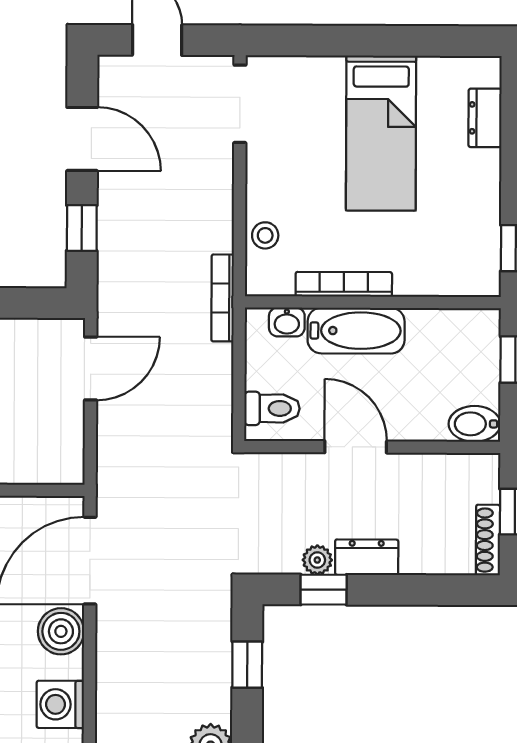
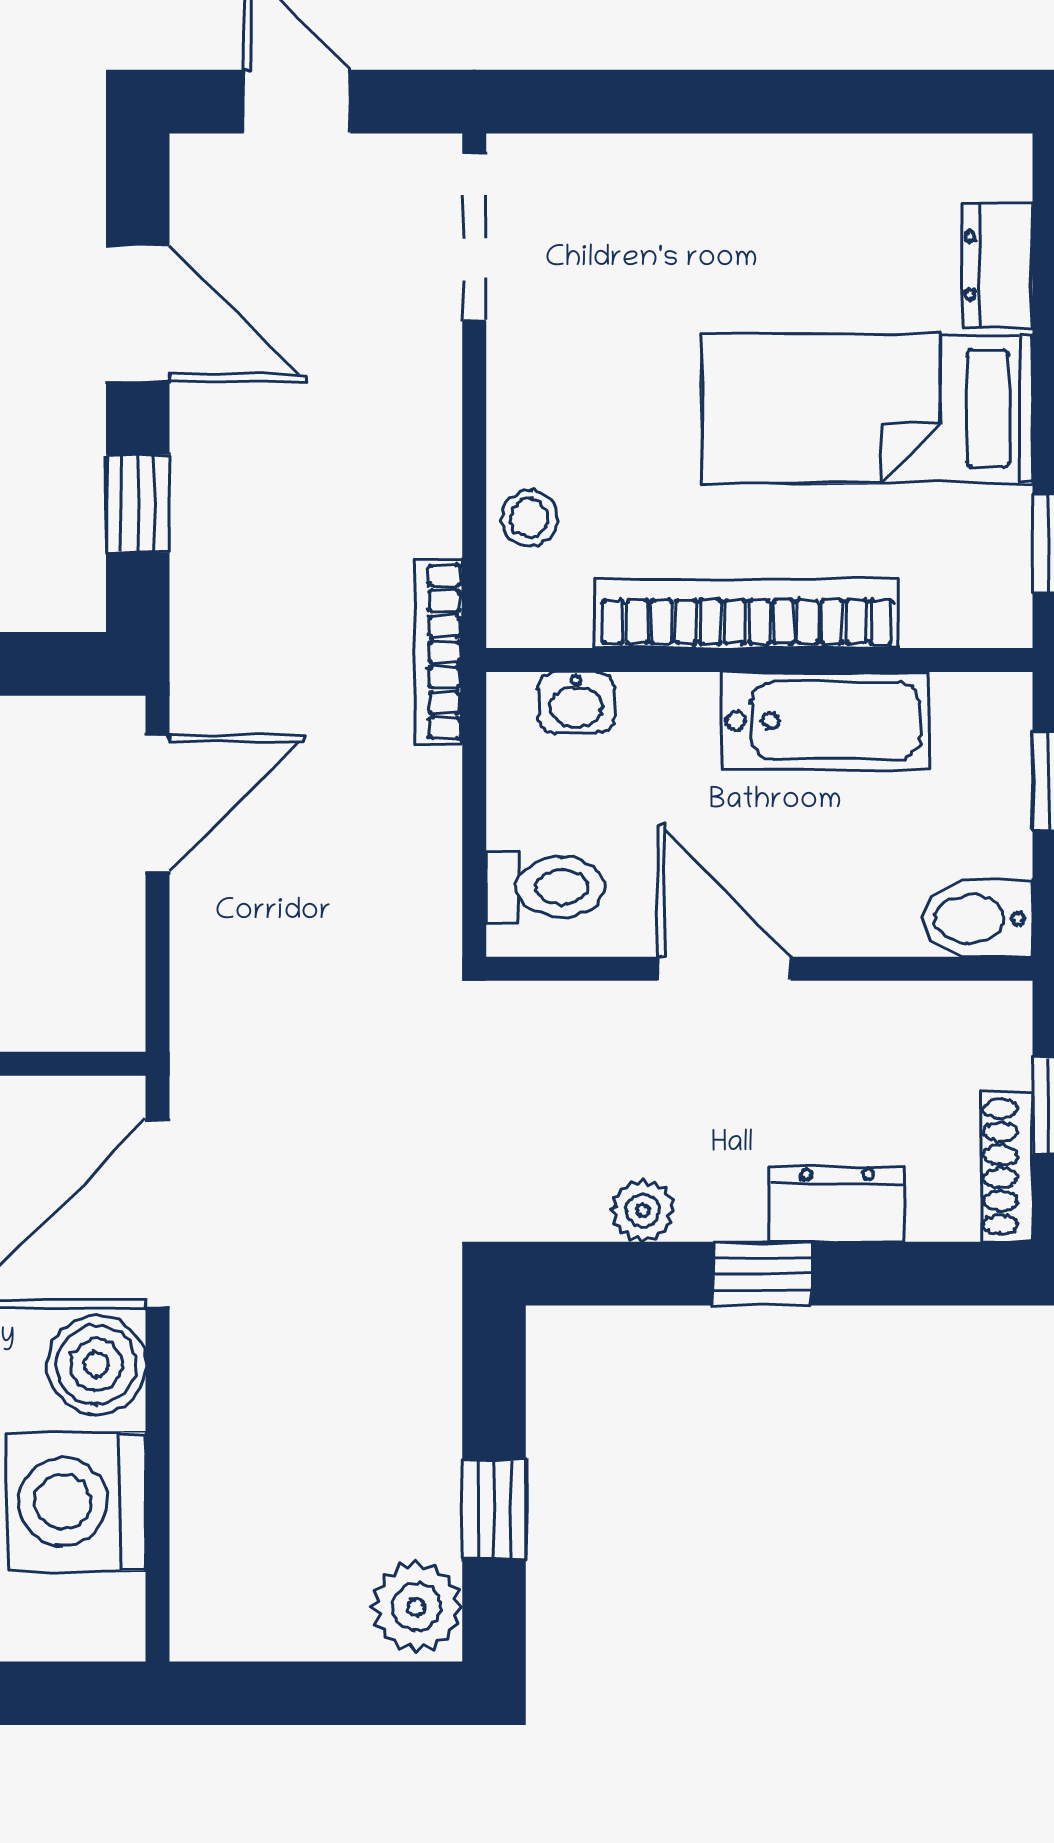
bed: (381, 133) -> (867, 409), moved, turned 90
bookcase: (344, 284) -> (747, 613), width x1.48, depth x1.31
bathtub: (356, 331) -> (825, 721), moved
dresser: (367, 557) -> (837, 1204), moved
window: (324, 590) -> (762, 1274), moved
window: (247, 665) -> (494, 1509), moved
washing machine: (60, 704) -> (77, 1502), width x1.37, depth x1.37

